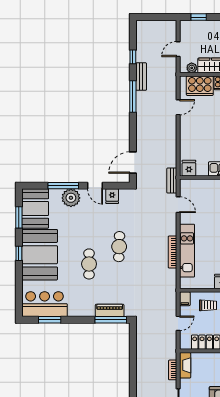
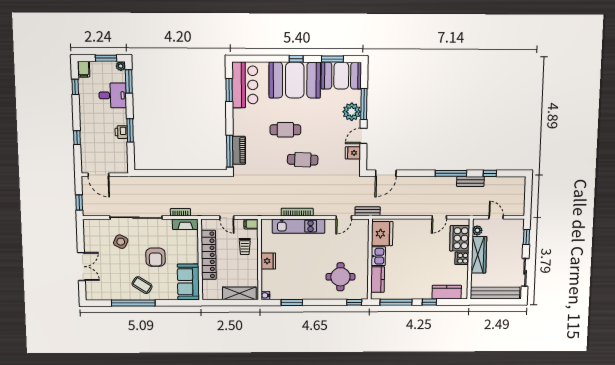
door: (178, 107) -> (439, 217), hinge flipped
door: (133, 163) -> (386, 173), swing flipped
fridge: (189, 168) -> (382, 234), width x1.88, depth x1.34

